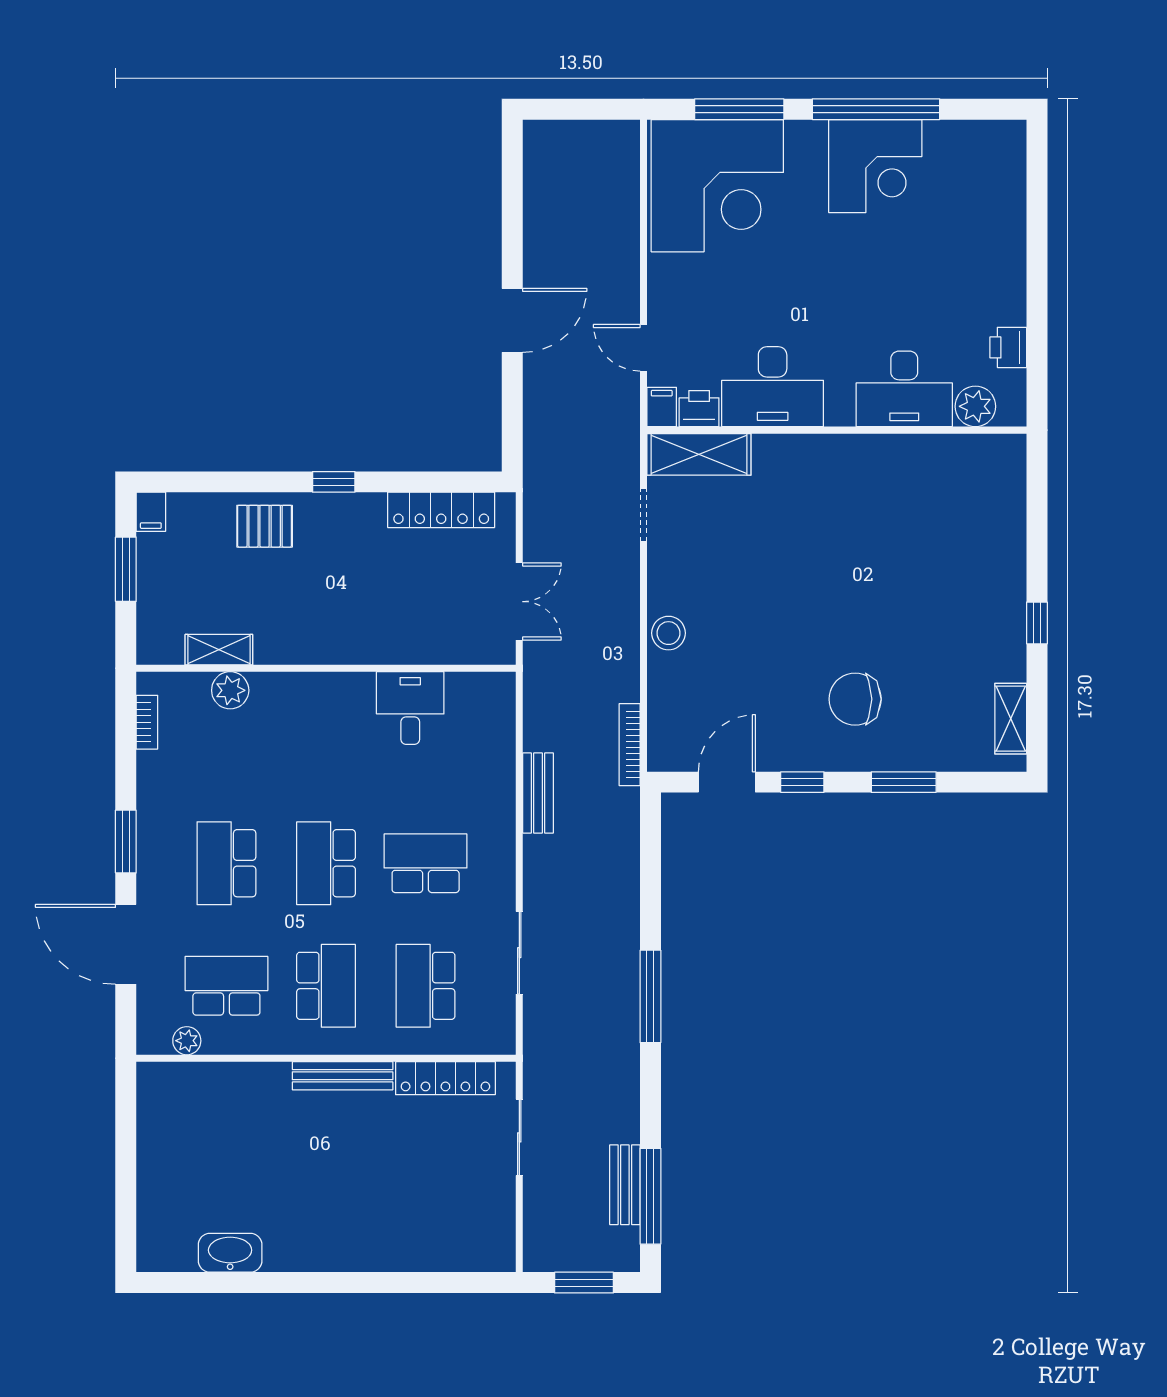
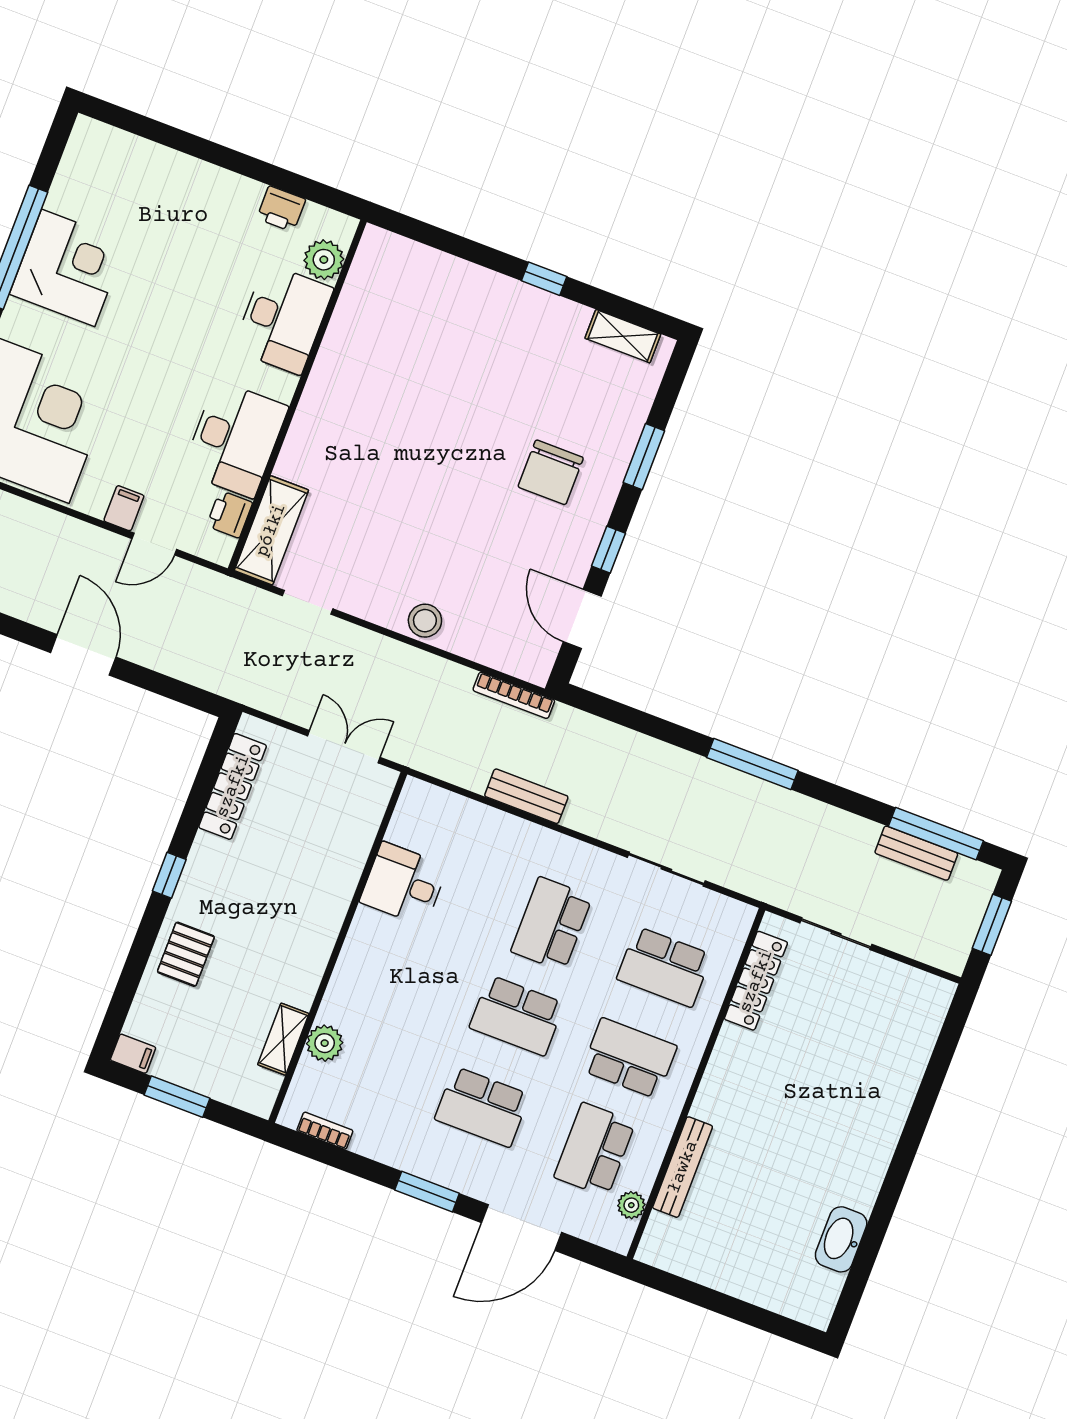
filing cabinet: (662, 407) -> (124, 508), moved, turned 90
bench: (343, 1076) -> (683, 1167), moved

